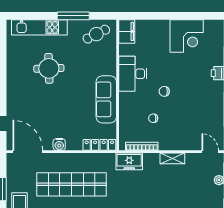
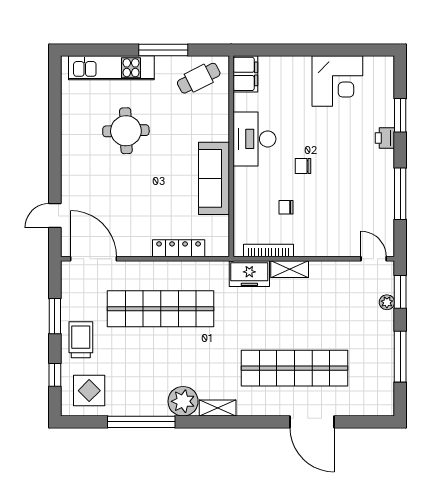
water cooler: (59, 144) -> (142, 248), removed
locker: (99, 145) -> (179, 248), moved
shelving: (172, 158) -> (290, 269), moved

